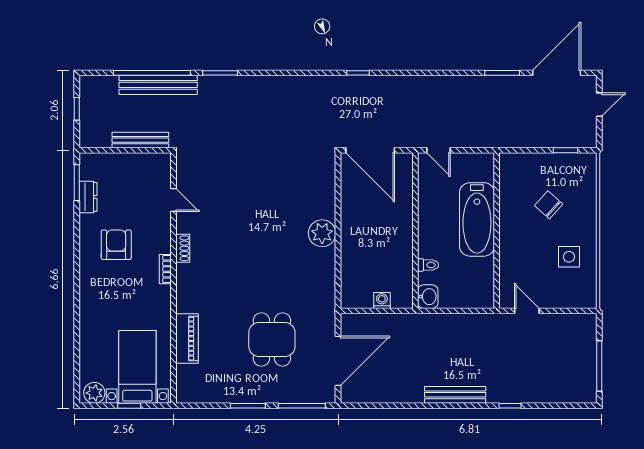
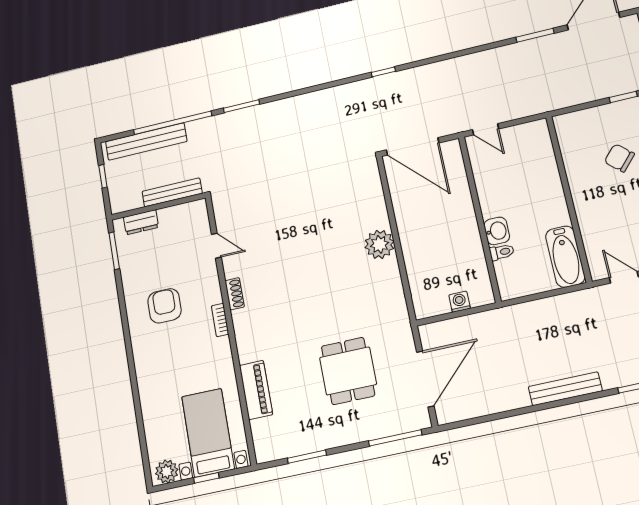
bench: (158, 85) -> (146, 141), moved
dresser: (88, 197) -> (141, 222), moved, turned 90
bathtub: (477, 219) -> (565, 257), moved, width x0.73, depth x0.73
washbasin: (428, 297) -> (497, 231), moved
window: (248, 406) -> (307, 457), moved

